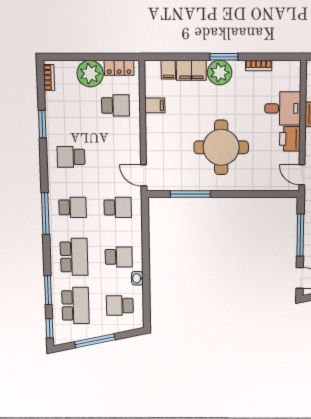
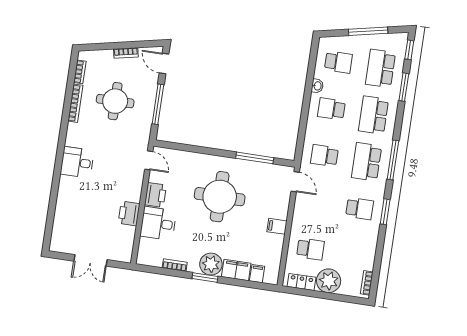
school desk: (115, 105) -> (310, 249), turned 180
filing cabinet: (155, 105) -> (277, 226), moved
window: (42, 124) -> (385, 212), moved
school desk: (73, 207) -> (367, 162), width x1.85

